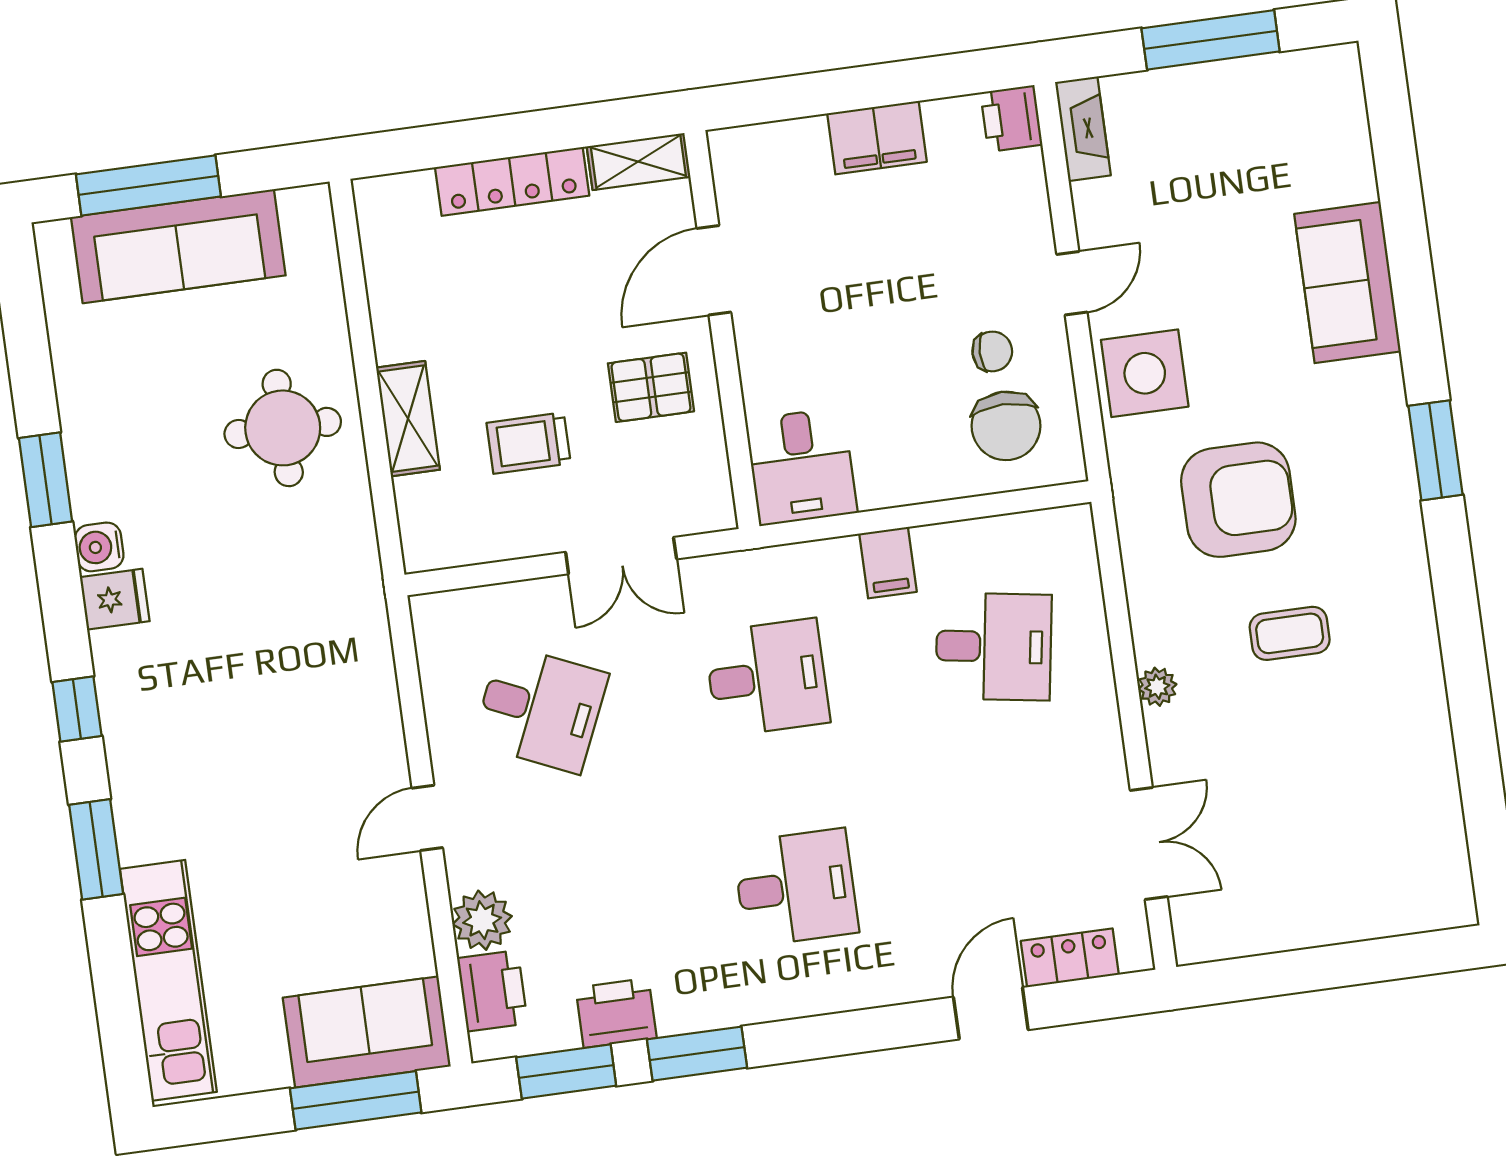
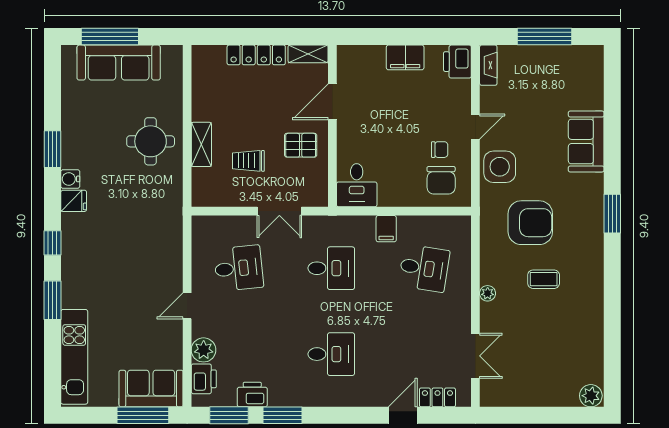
printer: (1011, 119) -> (457, 62), width x1.36, depth x1.24
desk: (540, 709) -> (239, 268), turned -30
plant: (1444, 902) -> (591, 396), added

